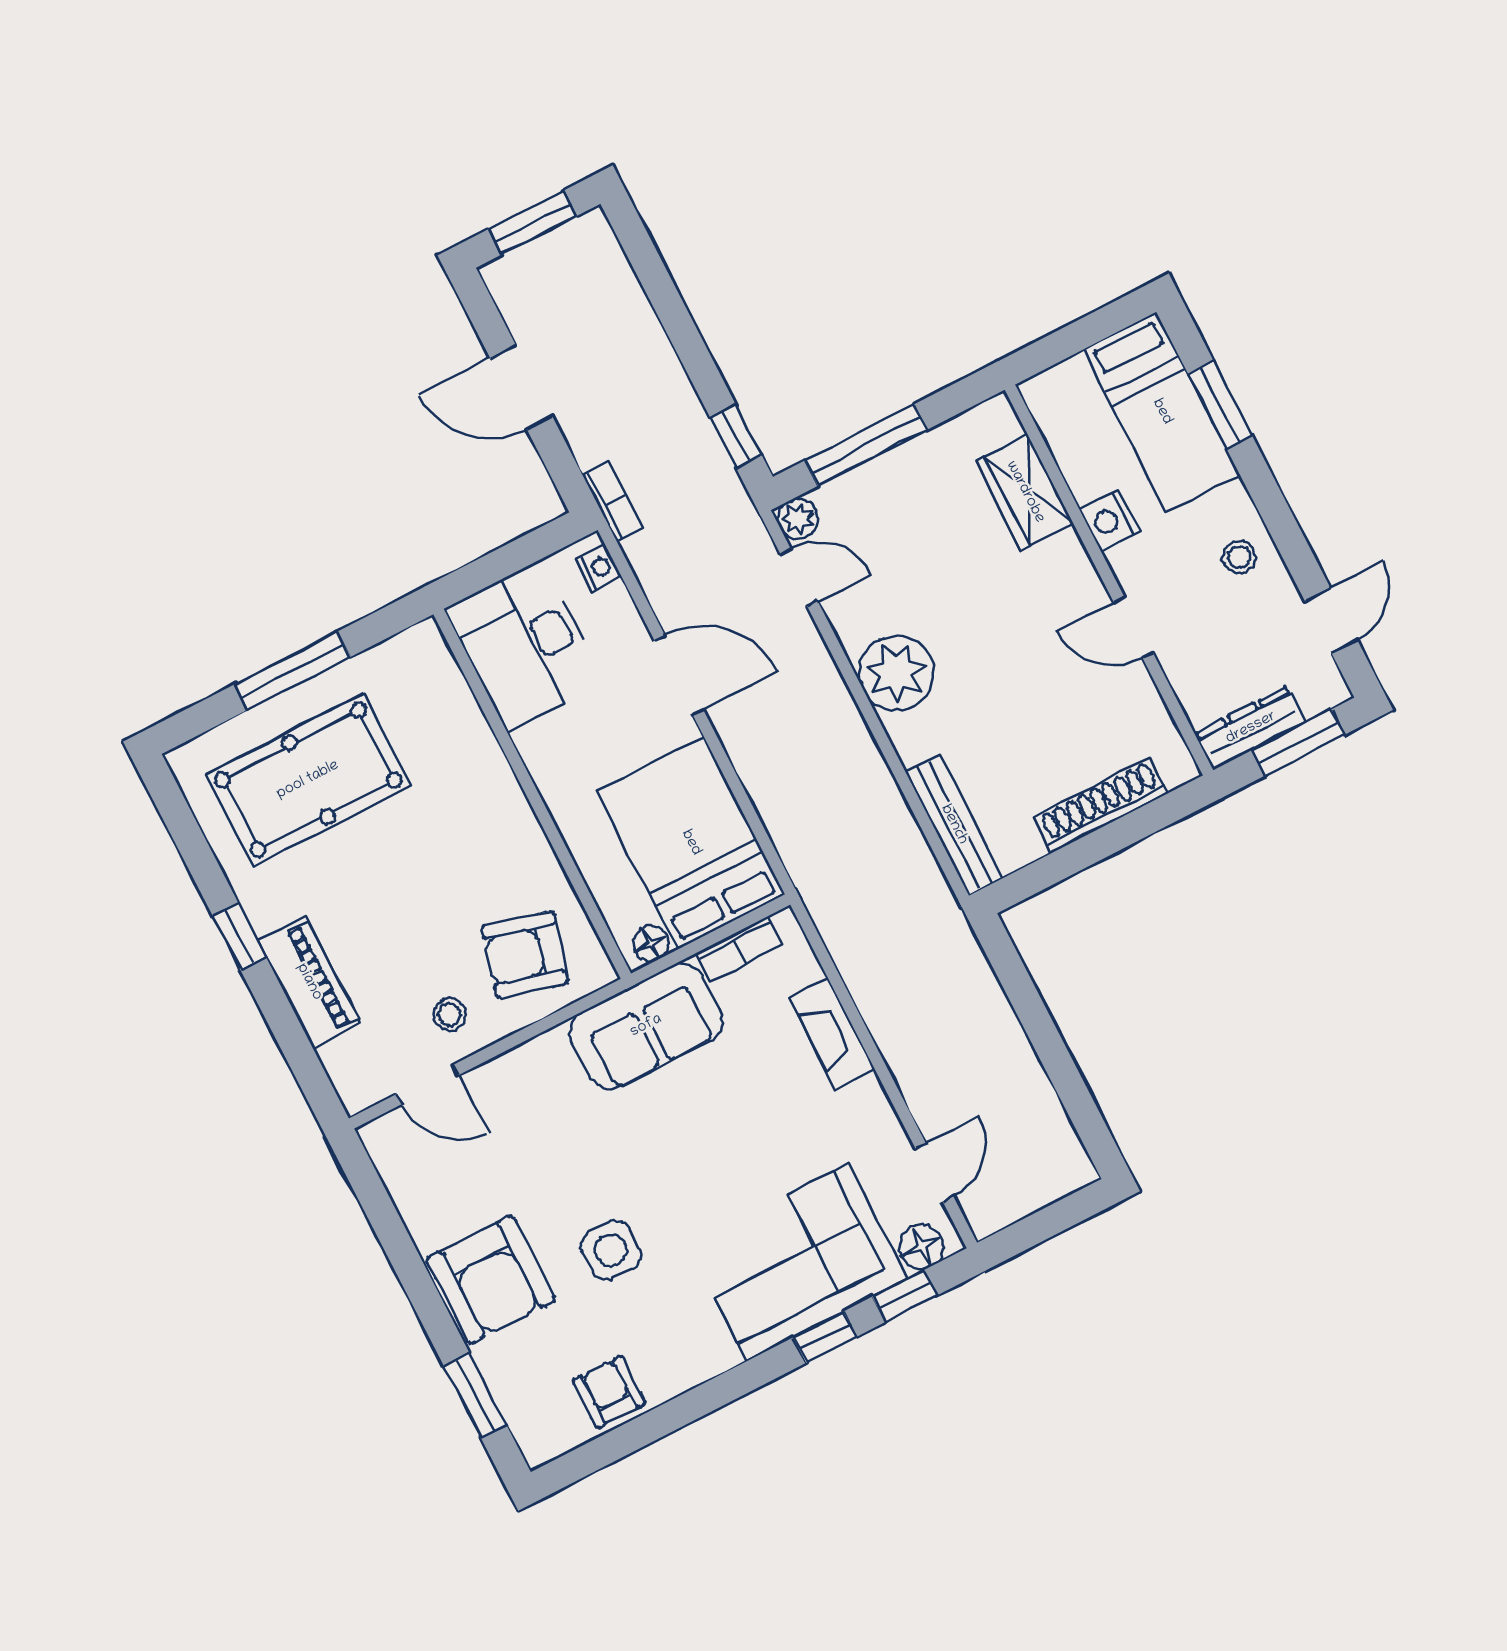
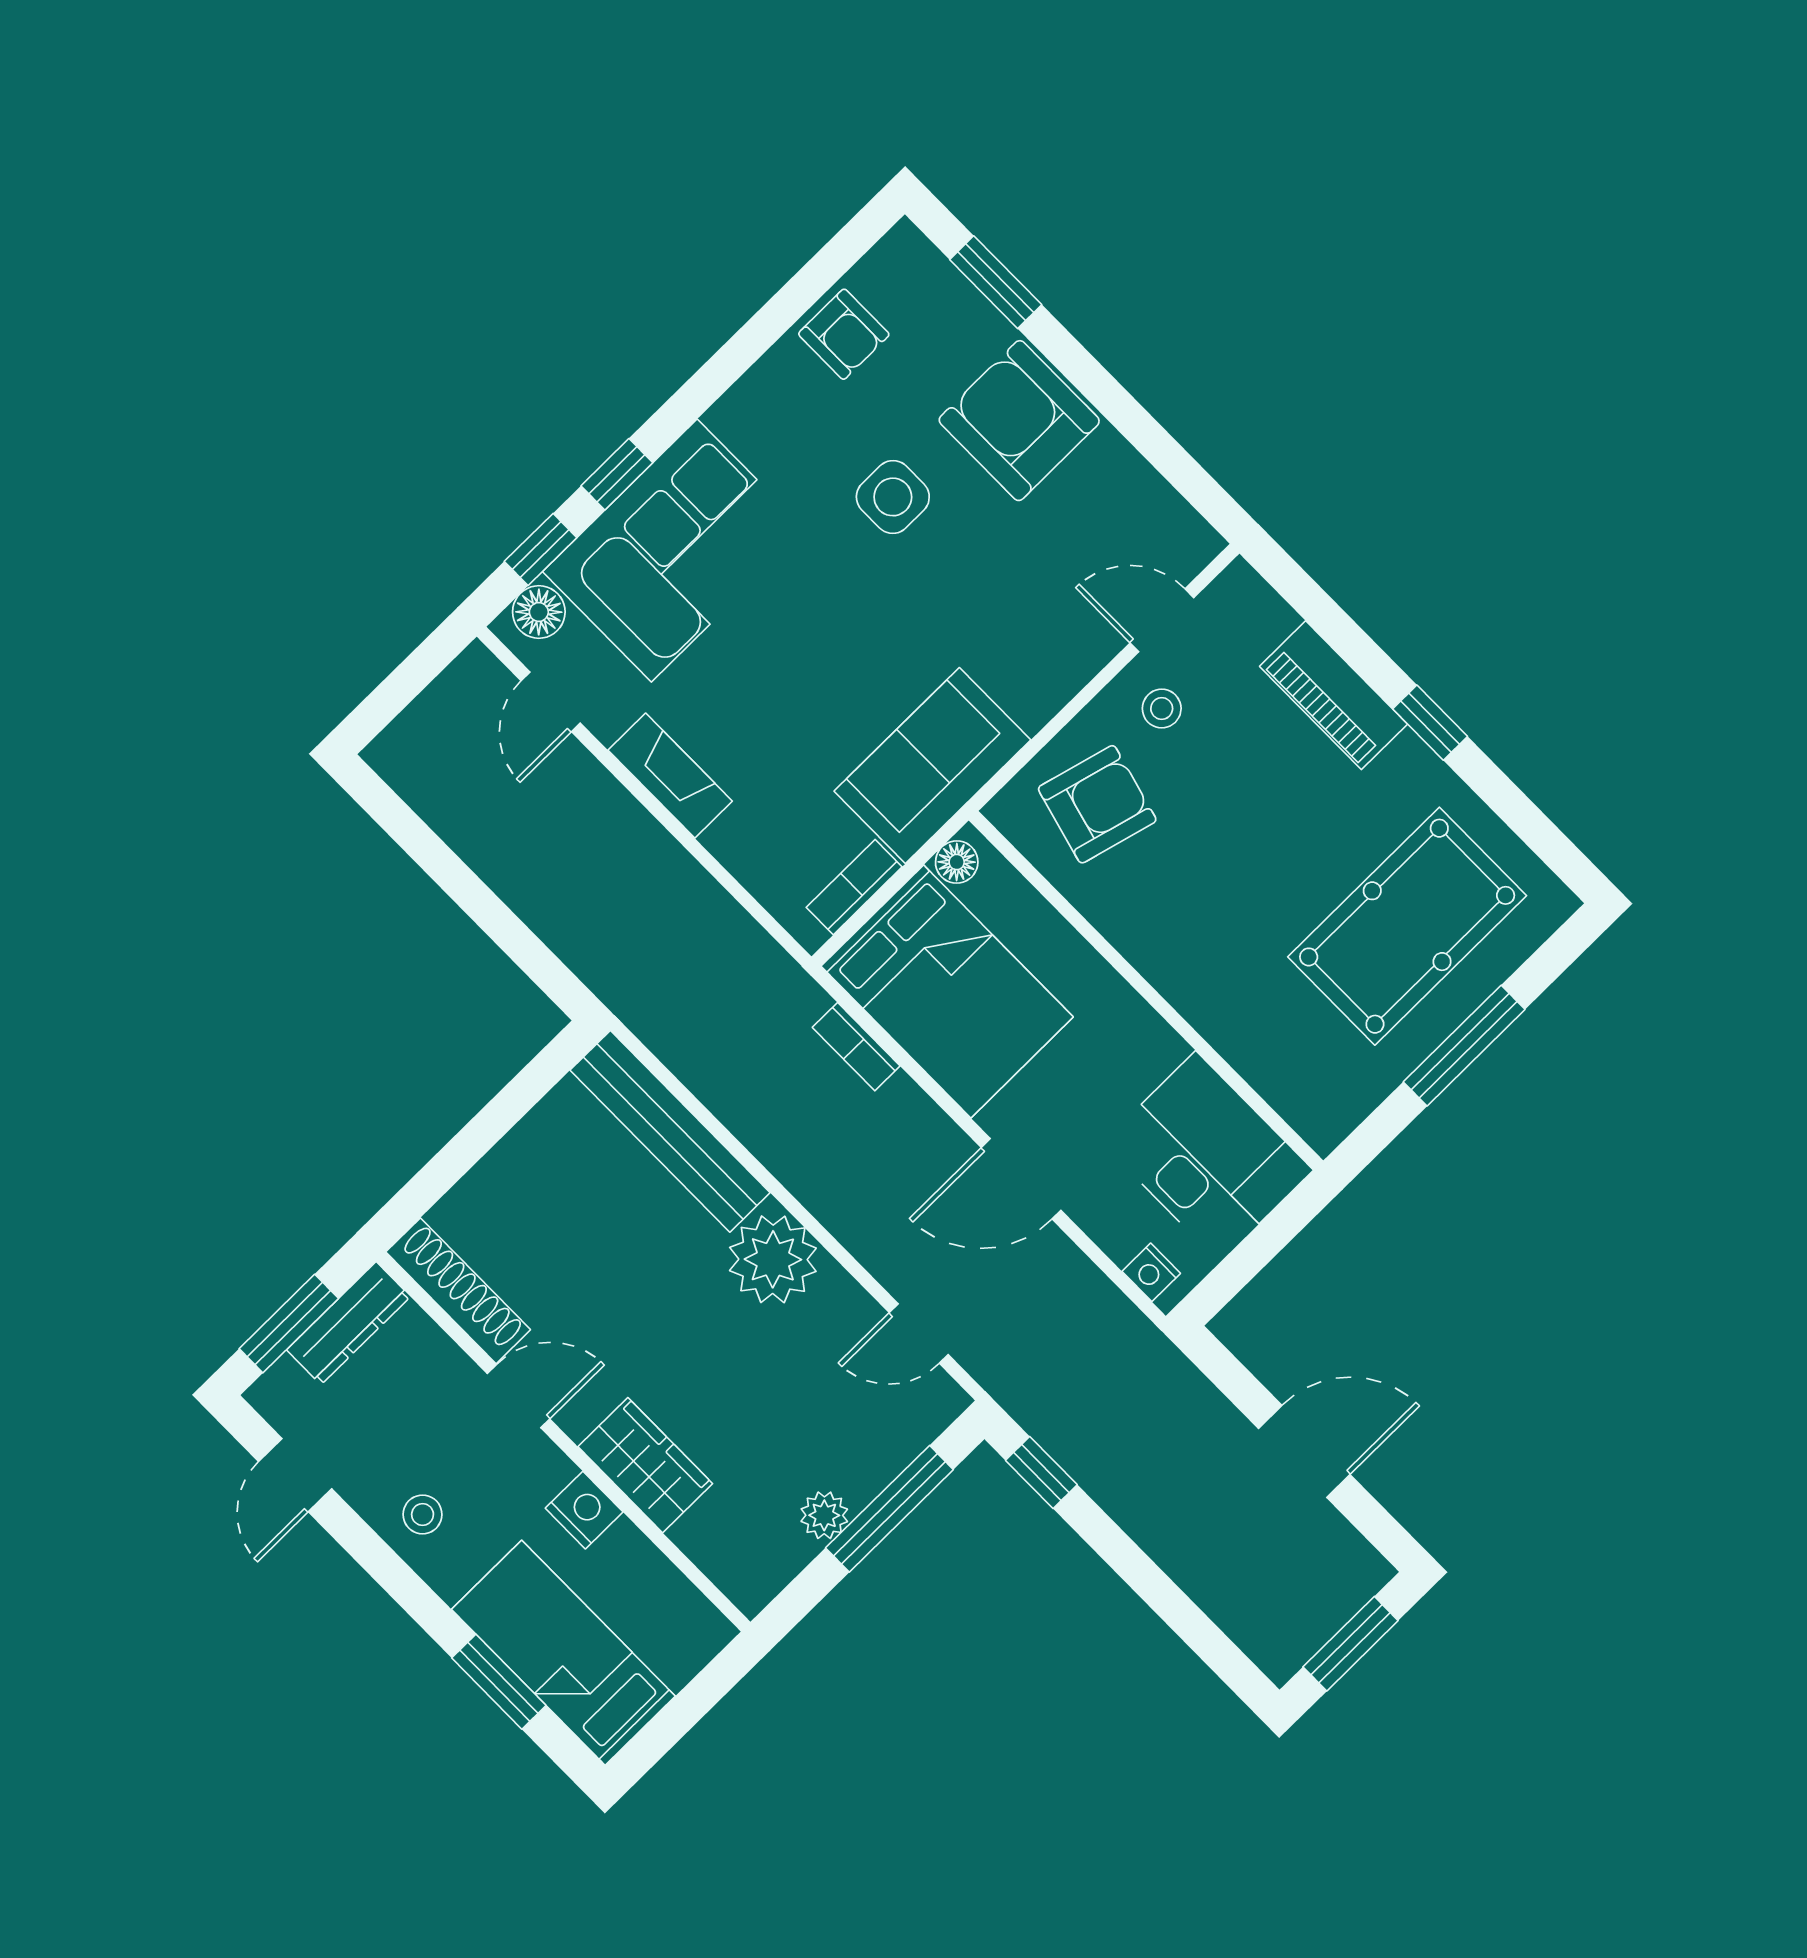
wardrobe: (1025, 492) -> (645, 1465), moved
bookcase: (613, 502) -> (856, 1047), moved
plant: (798, 519) -> (824, 1515), moved
shoe rack: (1101, 805) -> (458, 1291), moved, turned -90
bench: (954, 825) -> (670, 1131), width x1.37, depth x1.21
fireplace: (832, 1034) -> (670, 776), moved

